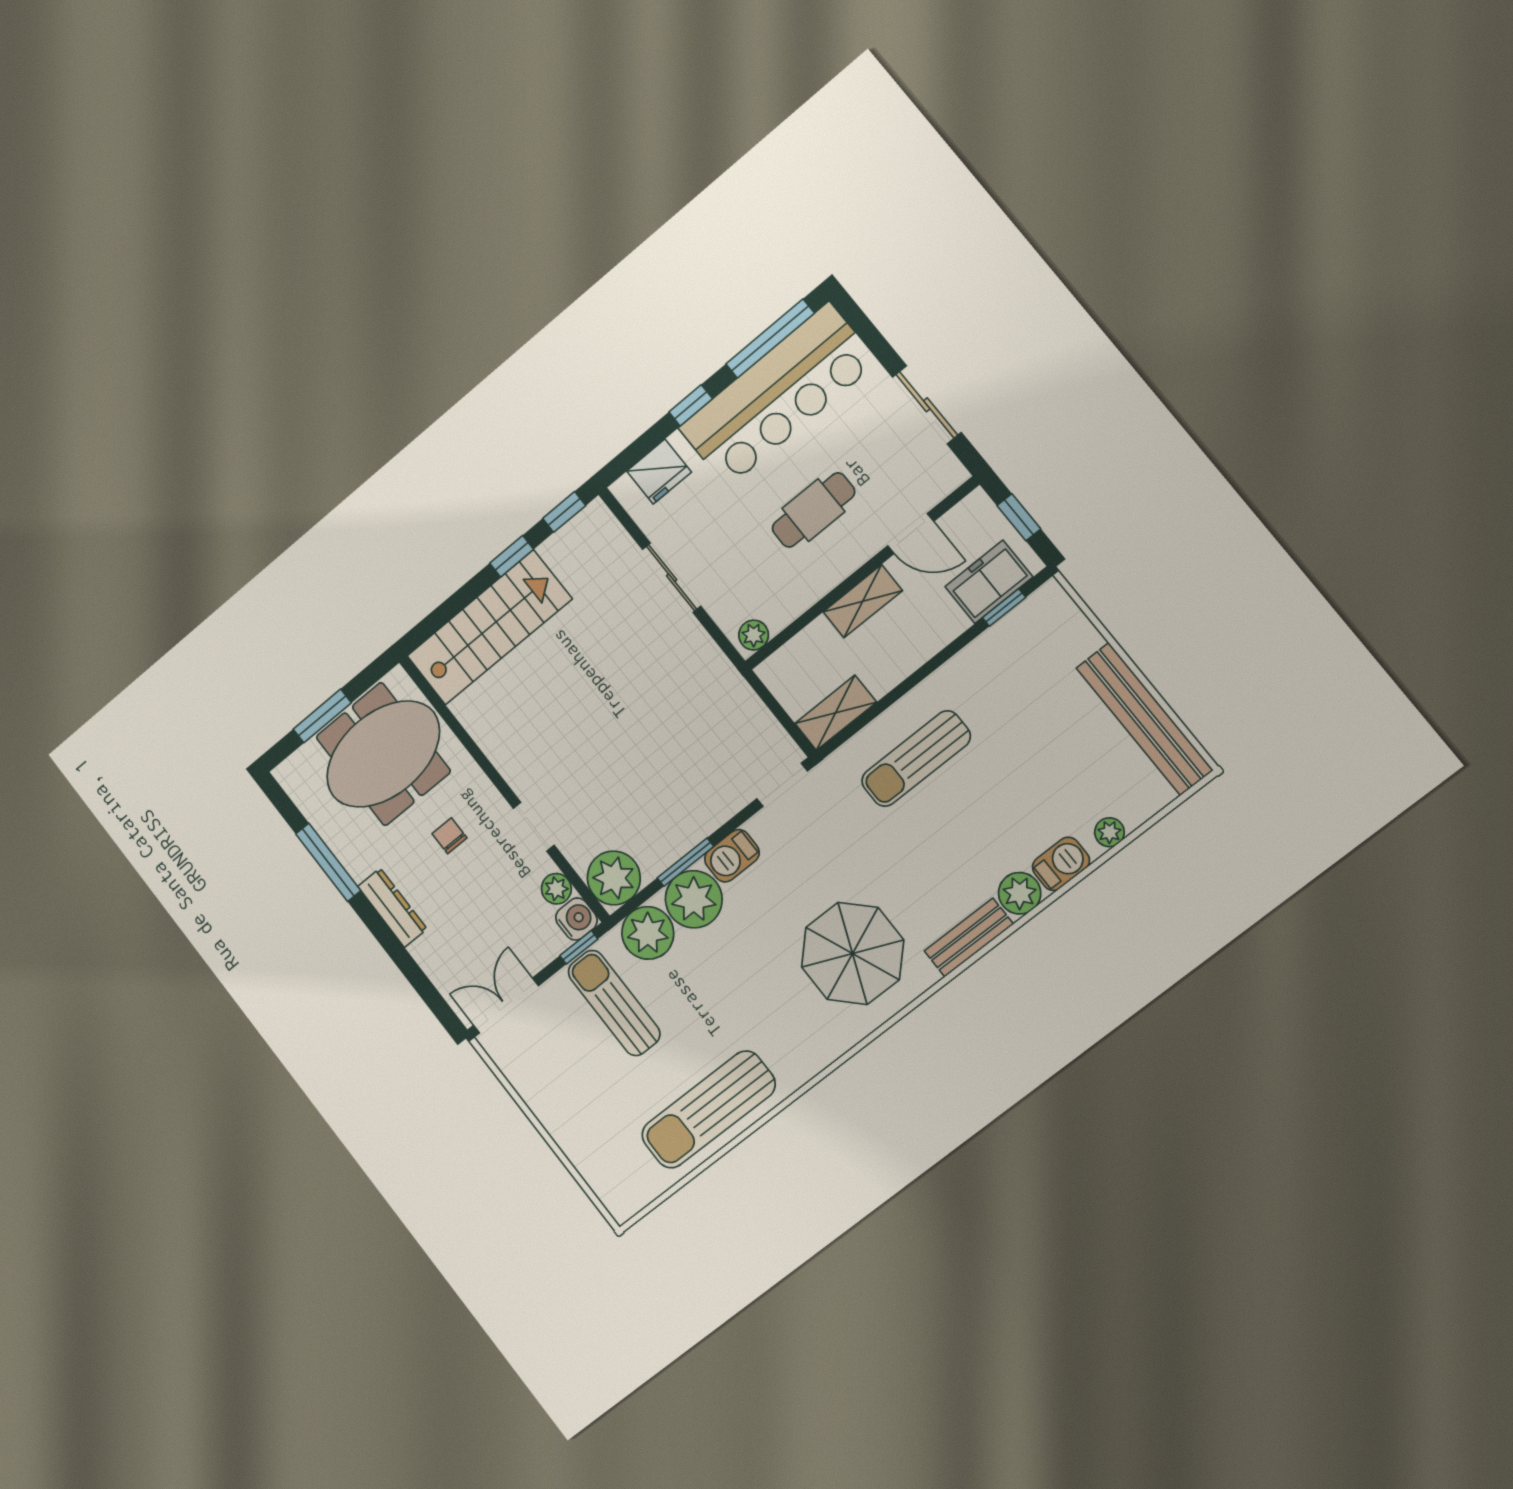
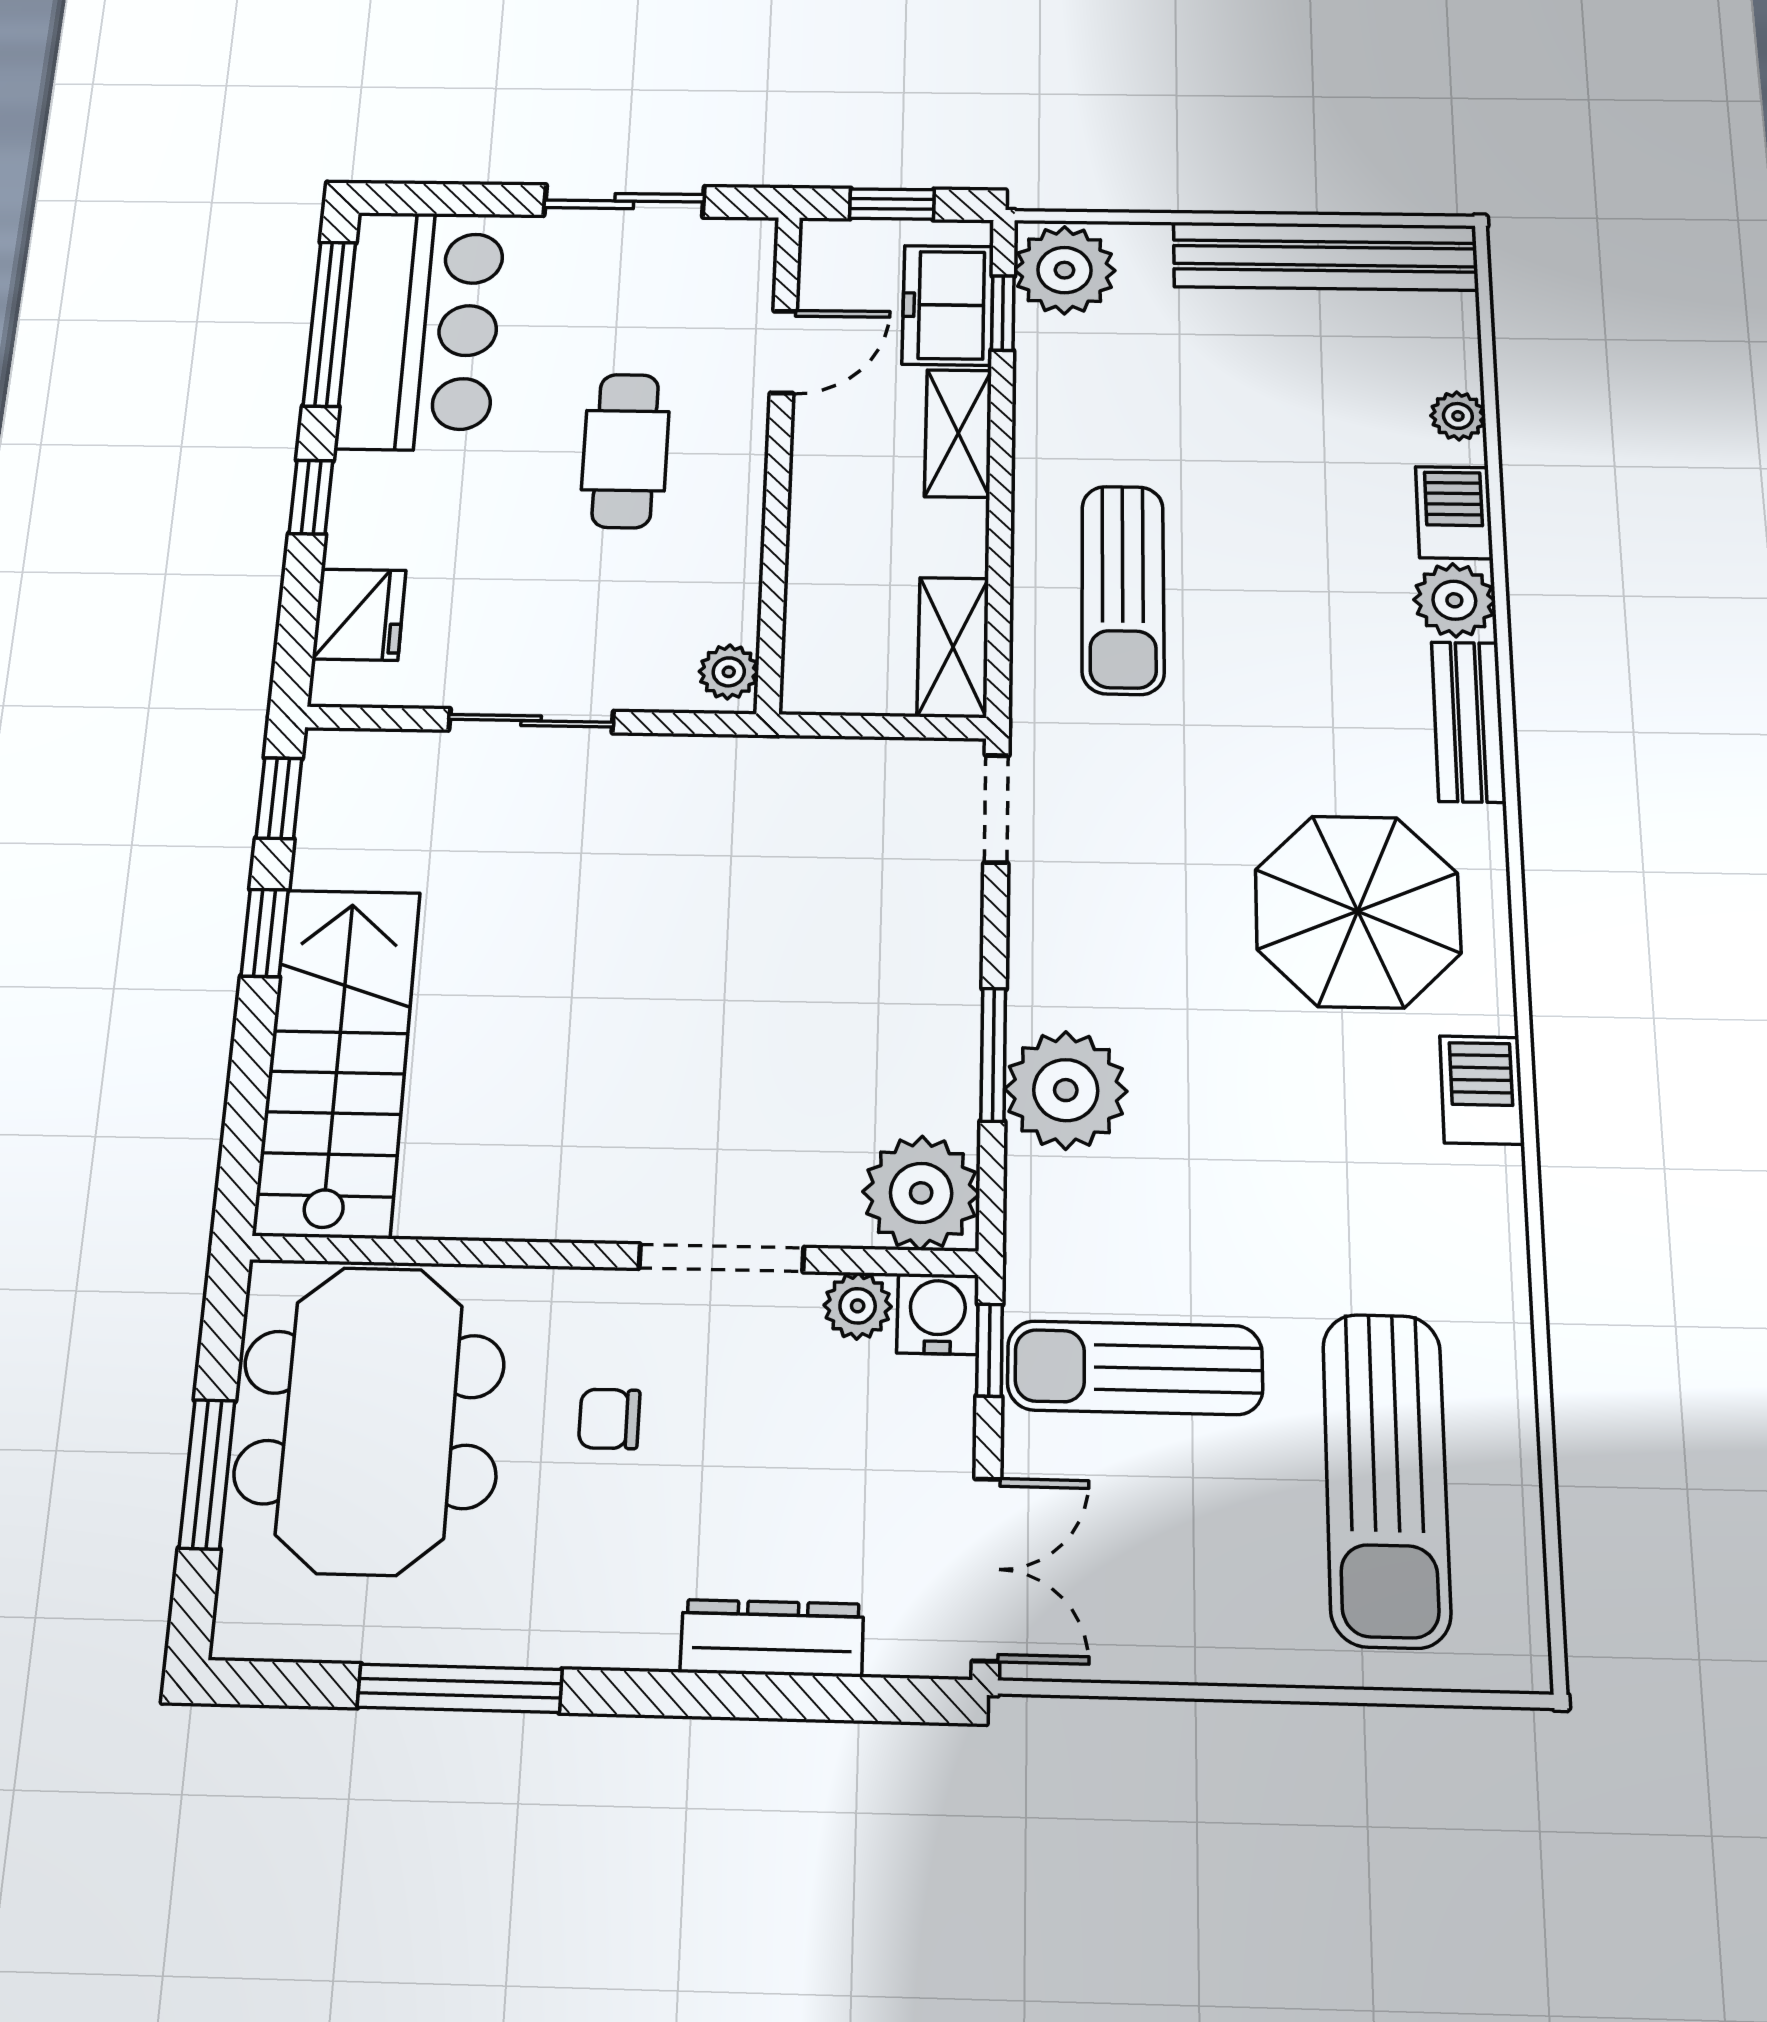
bar counter: (778, 395) -> (421, 330), width x0.73
shelving: (863, 601) -> (958, 433), moved
doorway: (534, 827) -> (721, 1258), width x1.38
barbecue: (732, 856) -> (1482, 1090), moved, turned 180
dresser: (392, 908) -> (772, 1638), moved
plant: (648, 933) -> (1064, 270), moved
double door: (506, 1006) -> (987, 1569), swing flipped
sun lounger: (708, 1110) -> (1386, 1478), moved

